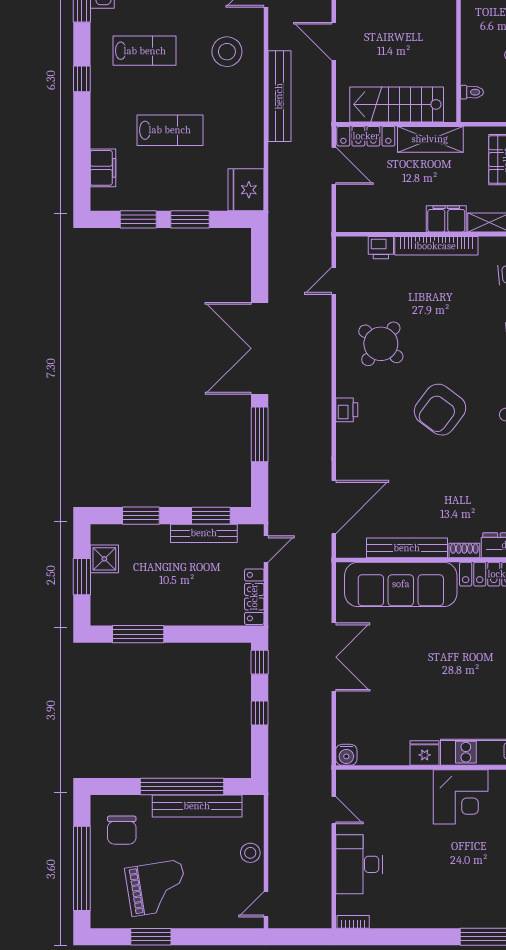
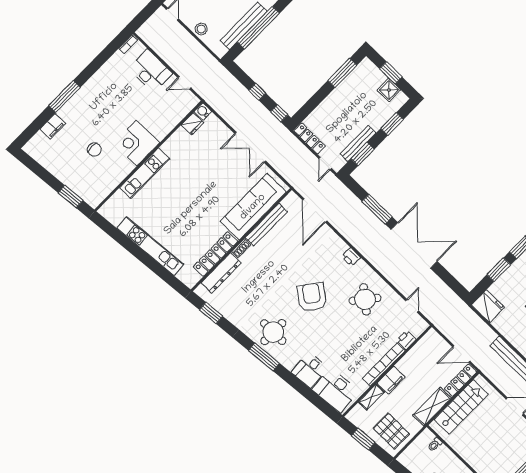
fridge: (425, 753) -> (192, 124), moved

